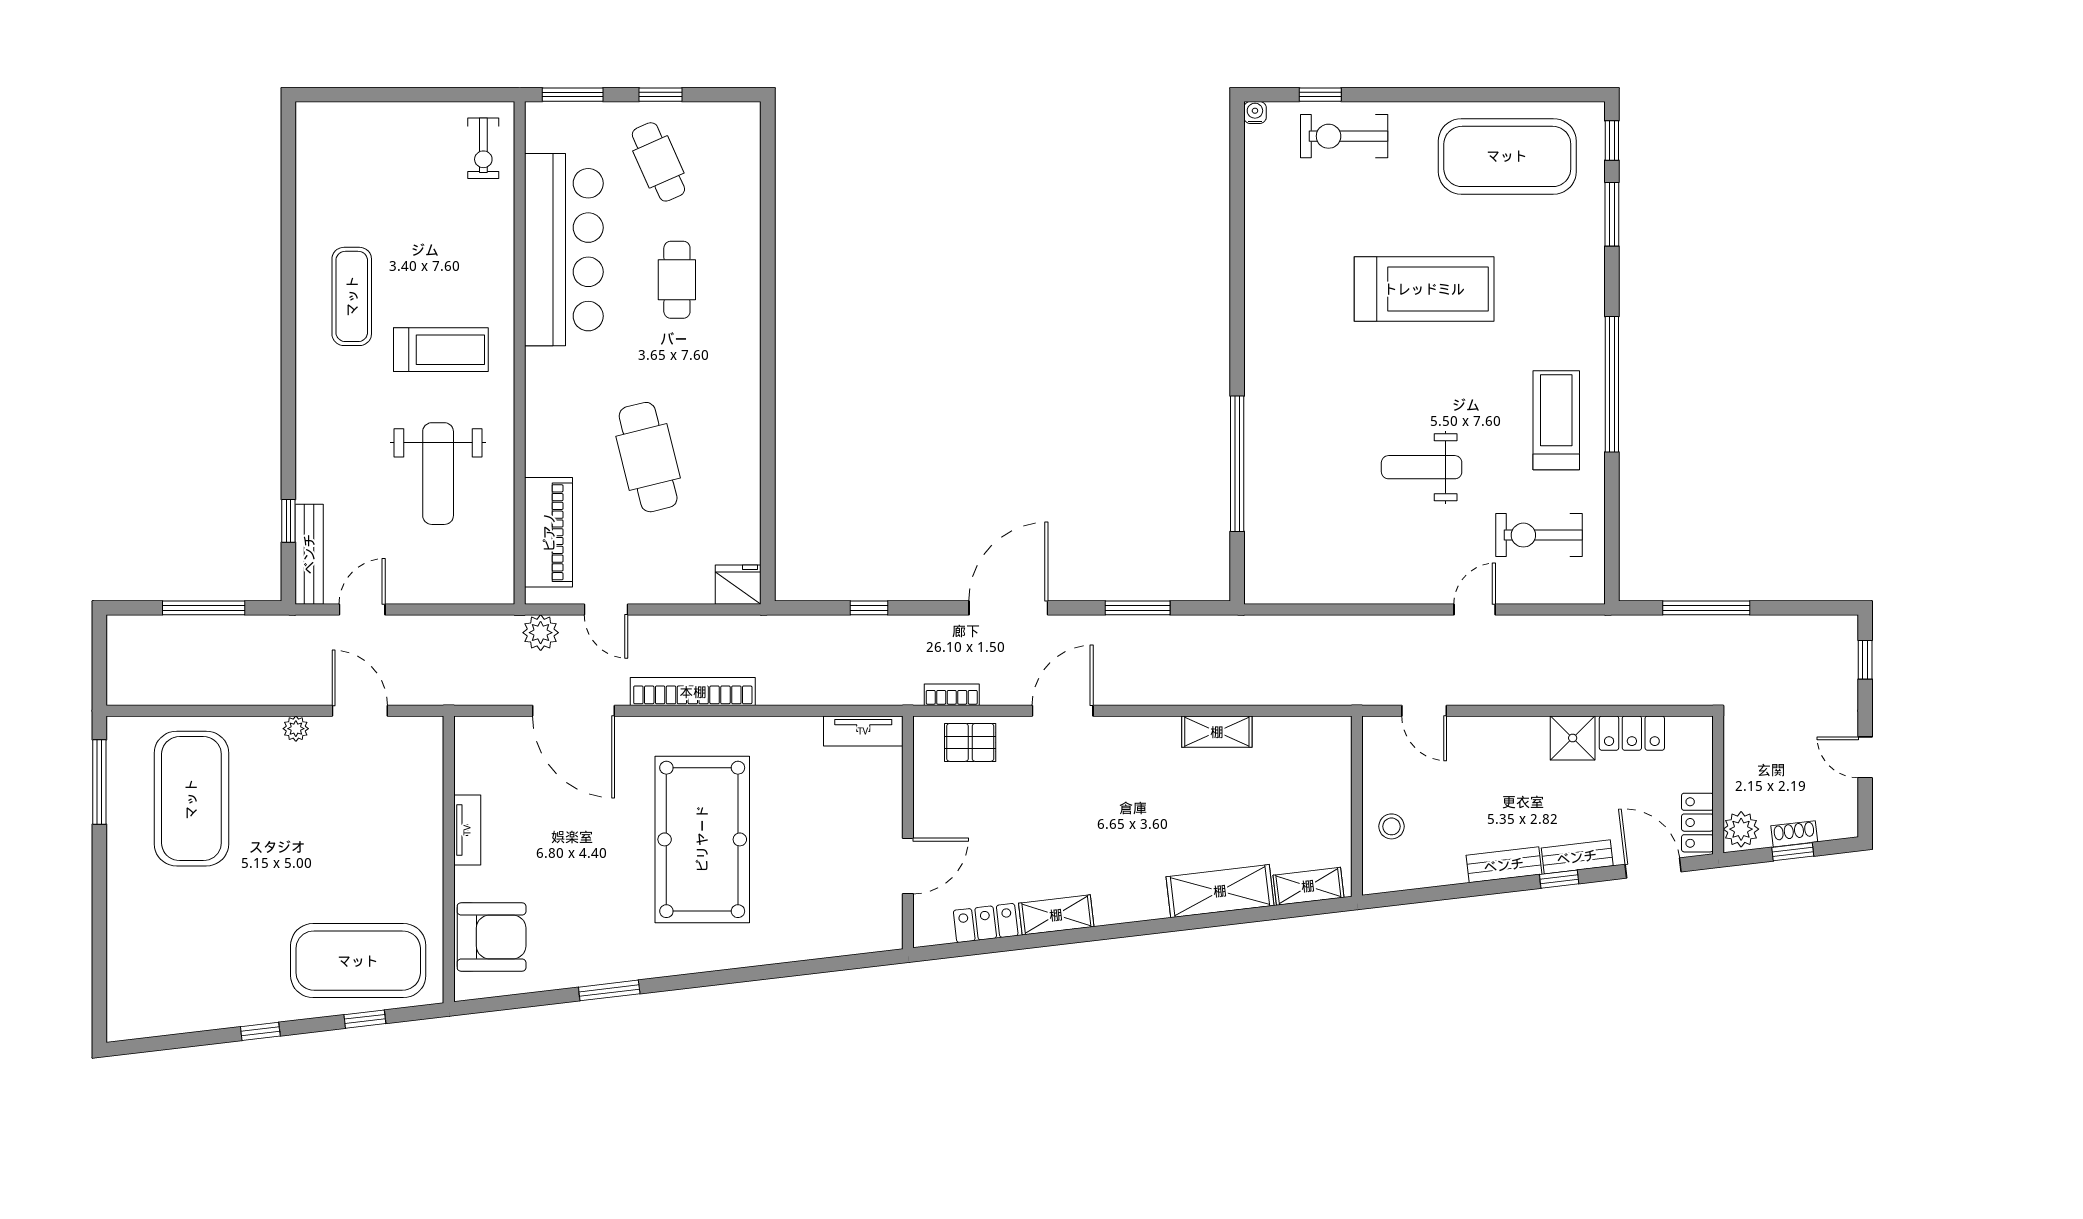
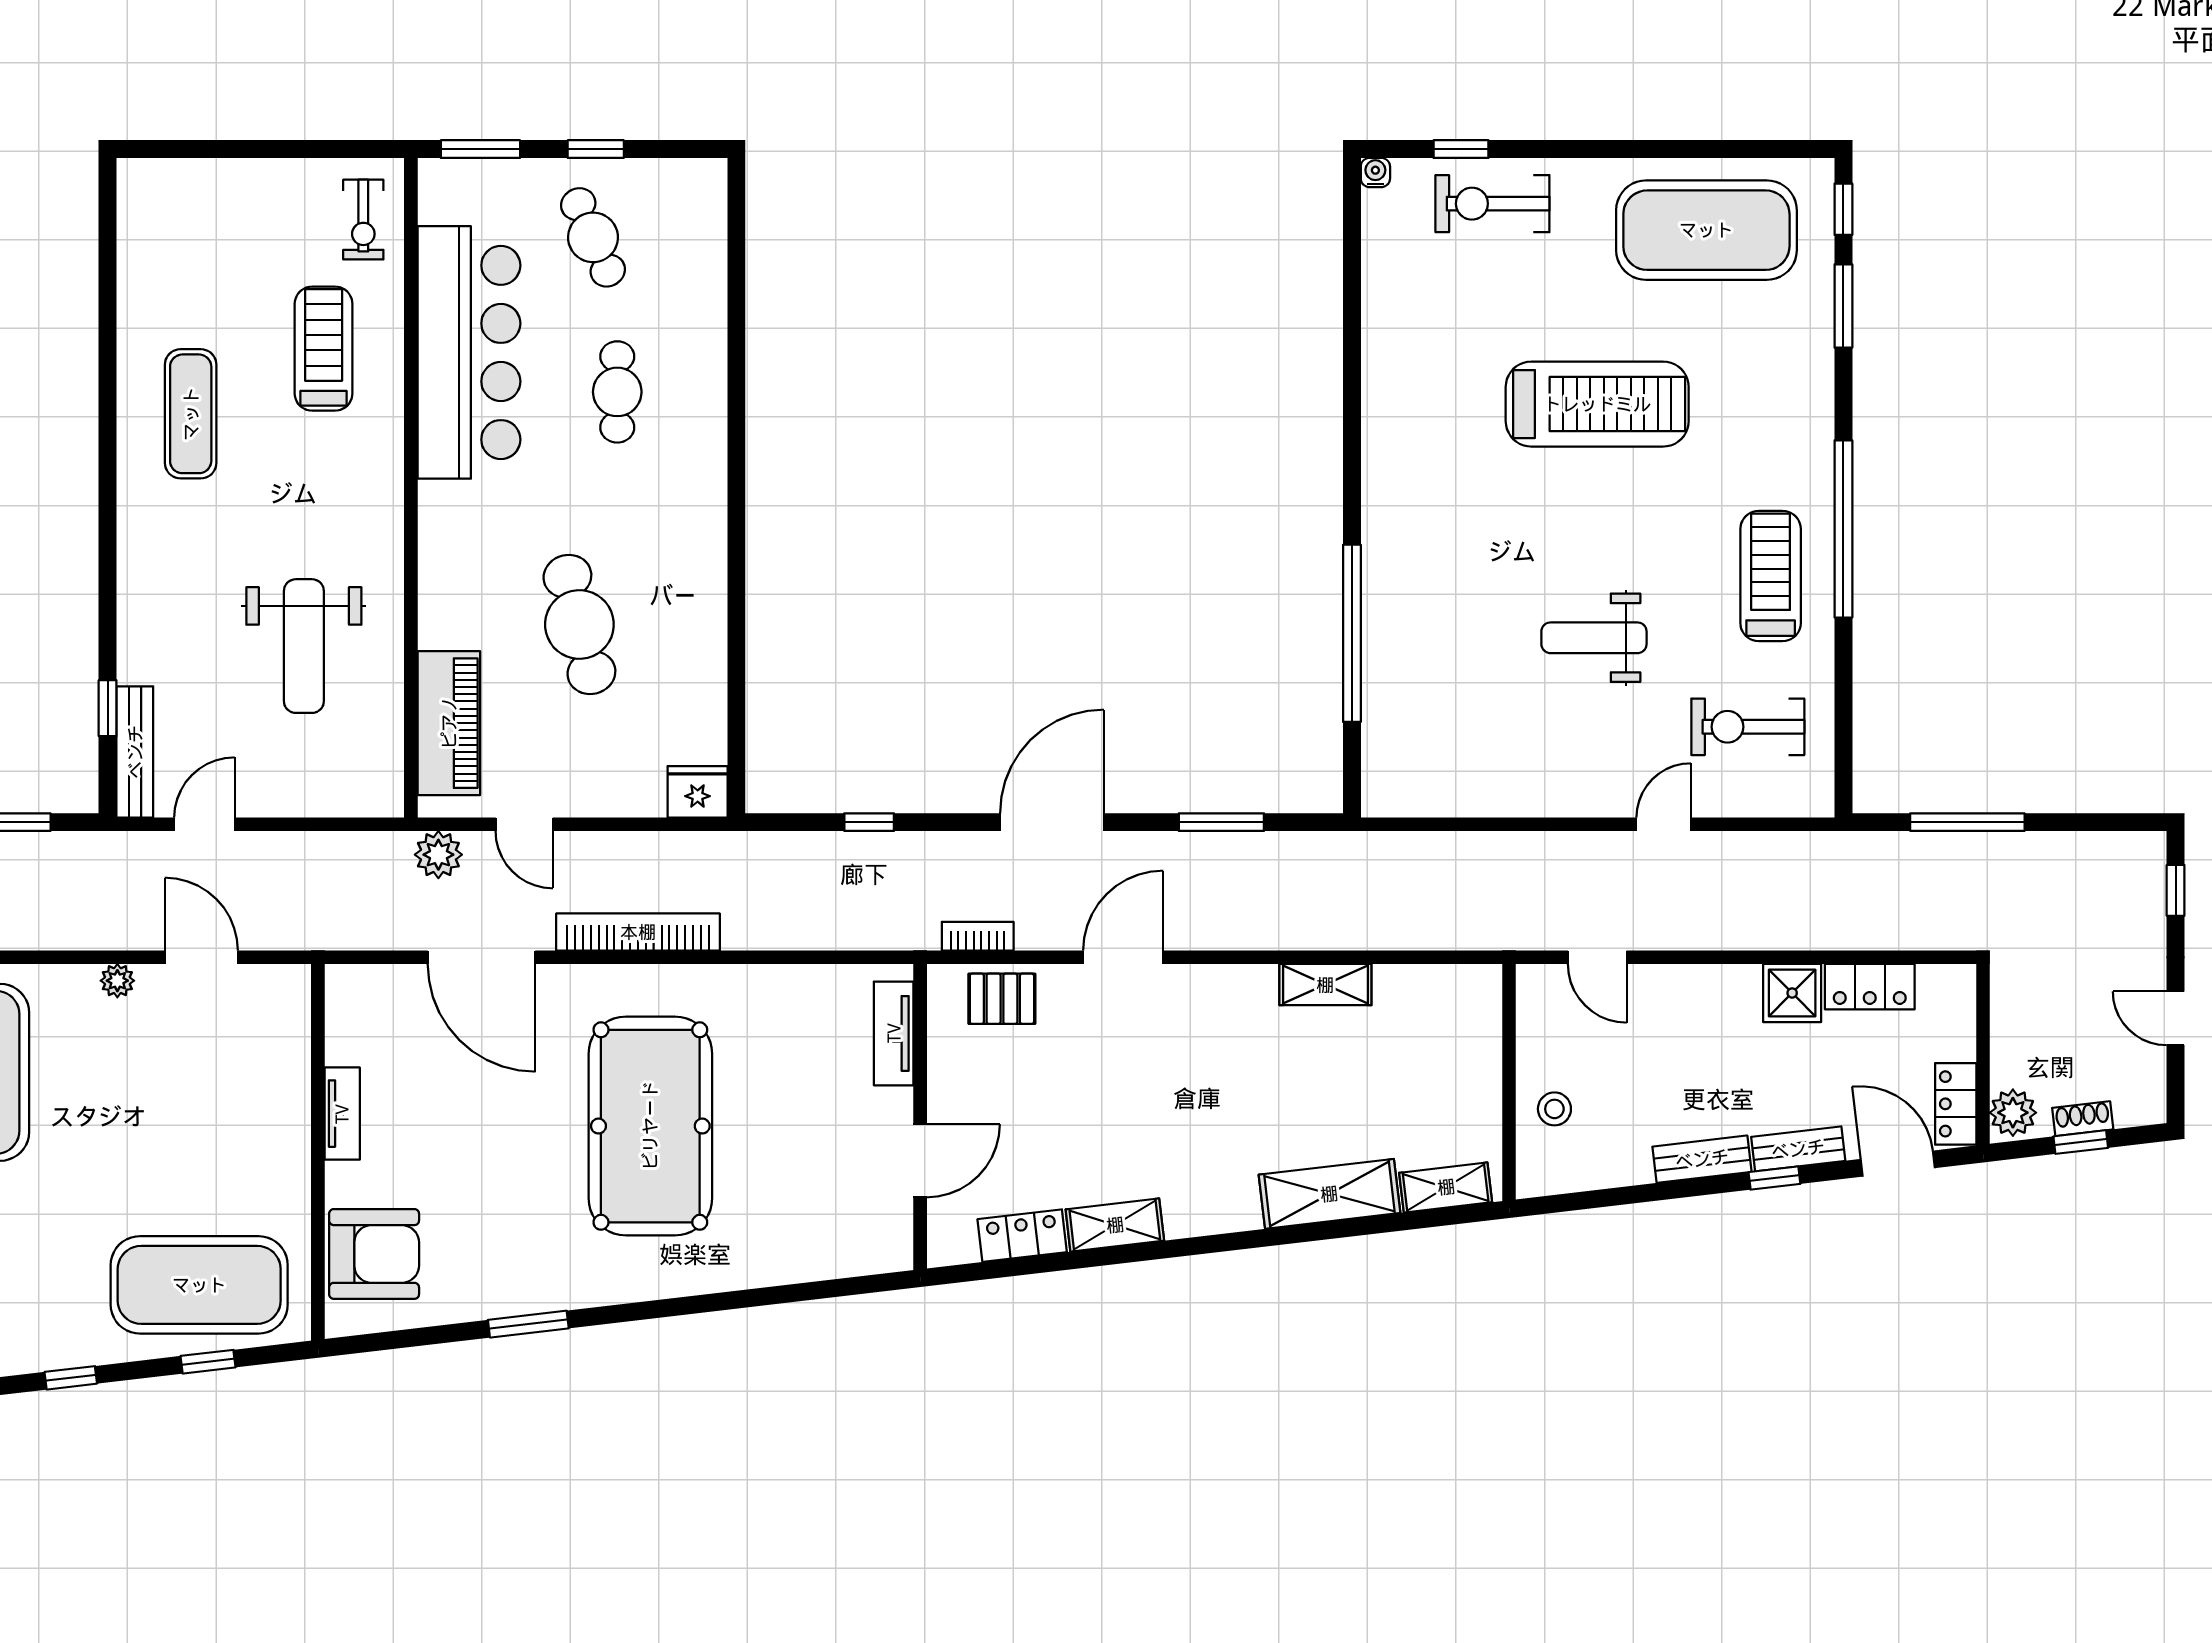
treadmill: (441, 350) -> (324, 349), moved, turned -90
tv unit: (863, 731) -> (894, 1033), moved, turned 90

